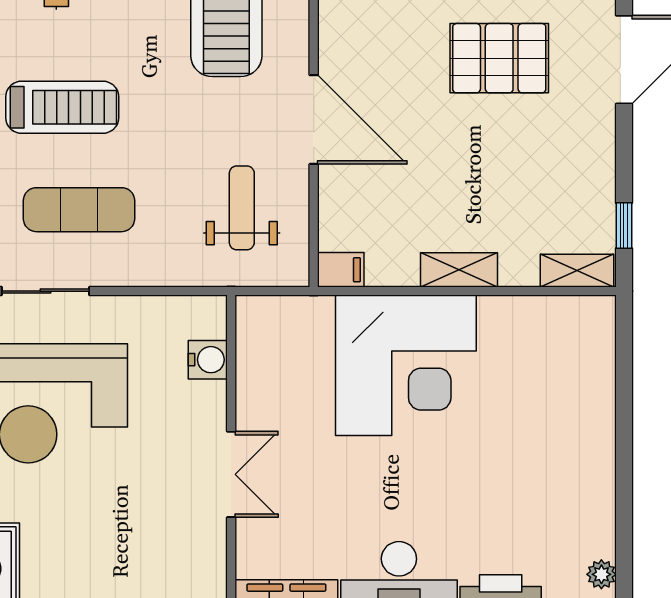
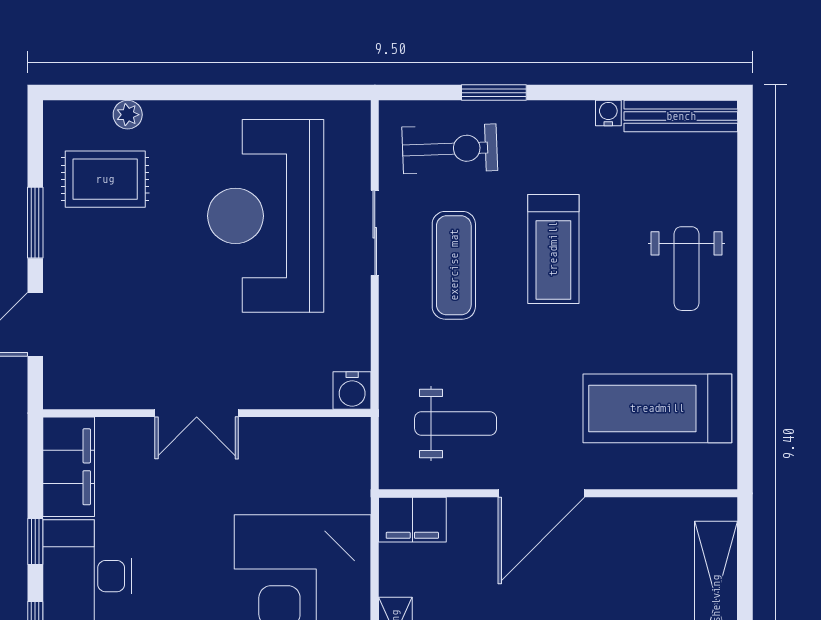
filing cabinet: (341, 270) -> (412, 520), width x2.00
water cooler: (208, 360) -> (352, 390), moved

